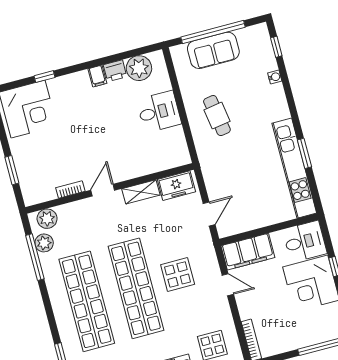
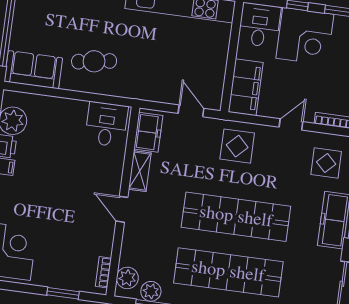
sofa: (213, 50) -> (33, 70), moved, turned -90
desk: (159, 112) -> (106, 124), moved
bookcase: (70, 190) -> (103, 272), moved
display table: (178, 275) -> (237, 146), moved
door: (228, 285) -> (291, 124), moved

